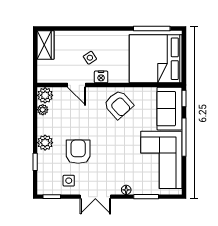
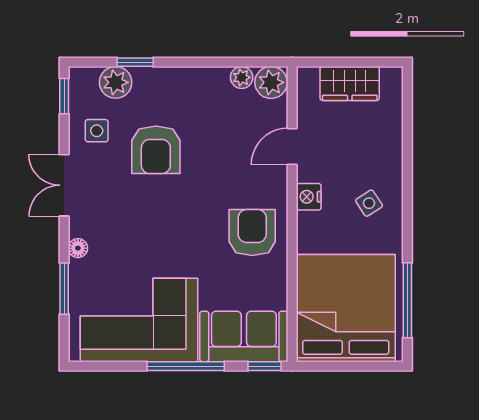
wardrobe: (46, 45) -> (350, 83), moved
side table: (90, 58) -> (369, 203), moved
armchair: (119, 105) -> (252, 232), turned 132
plant: (45, 143) -> (116, 82), moved
armchair: (78, 152) -> (156, 150), turned 90

